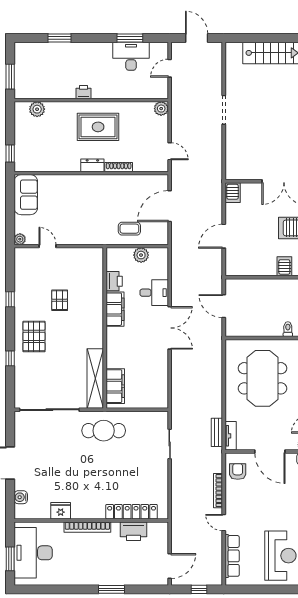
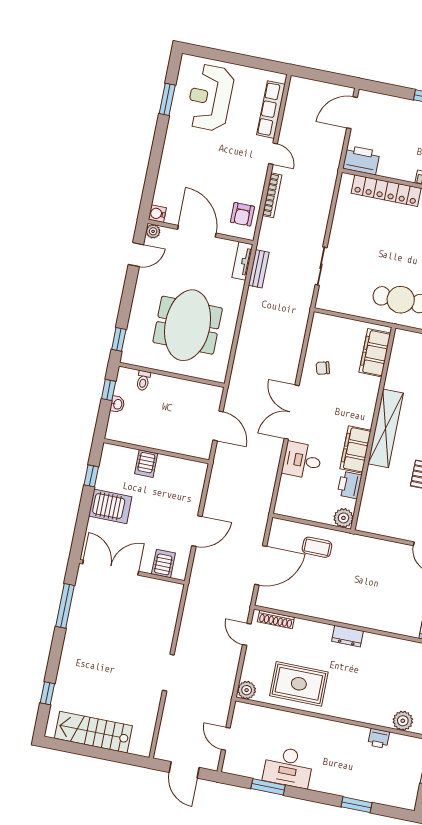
desk: (131, 56) -> (288, 767), moved
door: (170, 68) -> (226, 739), swing flipped
printer: (84, 92) -> (379, 738), moved
rug: (98, 127) -> (299, 684), moved
shoe rack: (119, 167) -> (276, 619), moved
server rack: (233, 193) -> (163, 563), moved
door: (224, 236) -> (197, 531), moved
plant: (141, 255) -> (343, 518), moved
server rack: (284, 266) -> (146, 464), moved
chair: (153, 366) -> (323, 368), added
shelving: (95, 378) -> (386, 428), moved
printer: (134, 531) -> (361, 160), moved
window: (199, 589) -> (321, 76), removed

